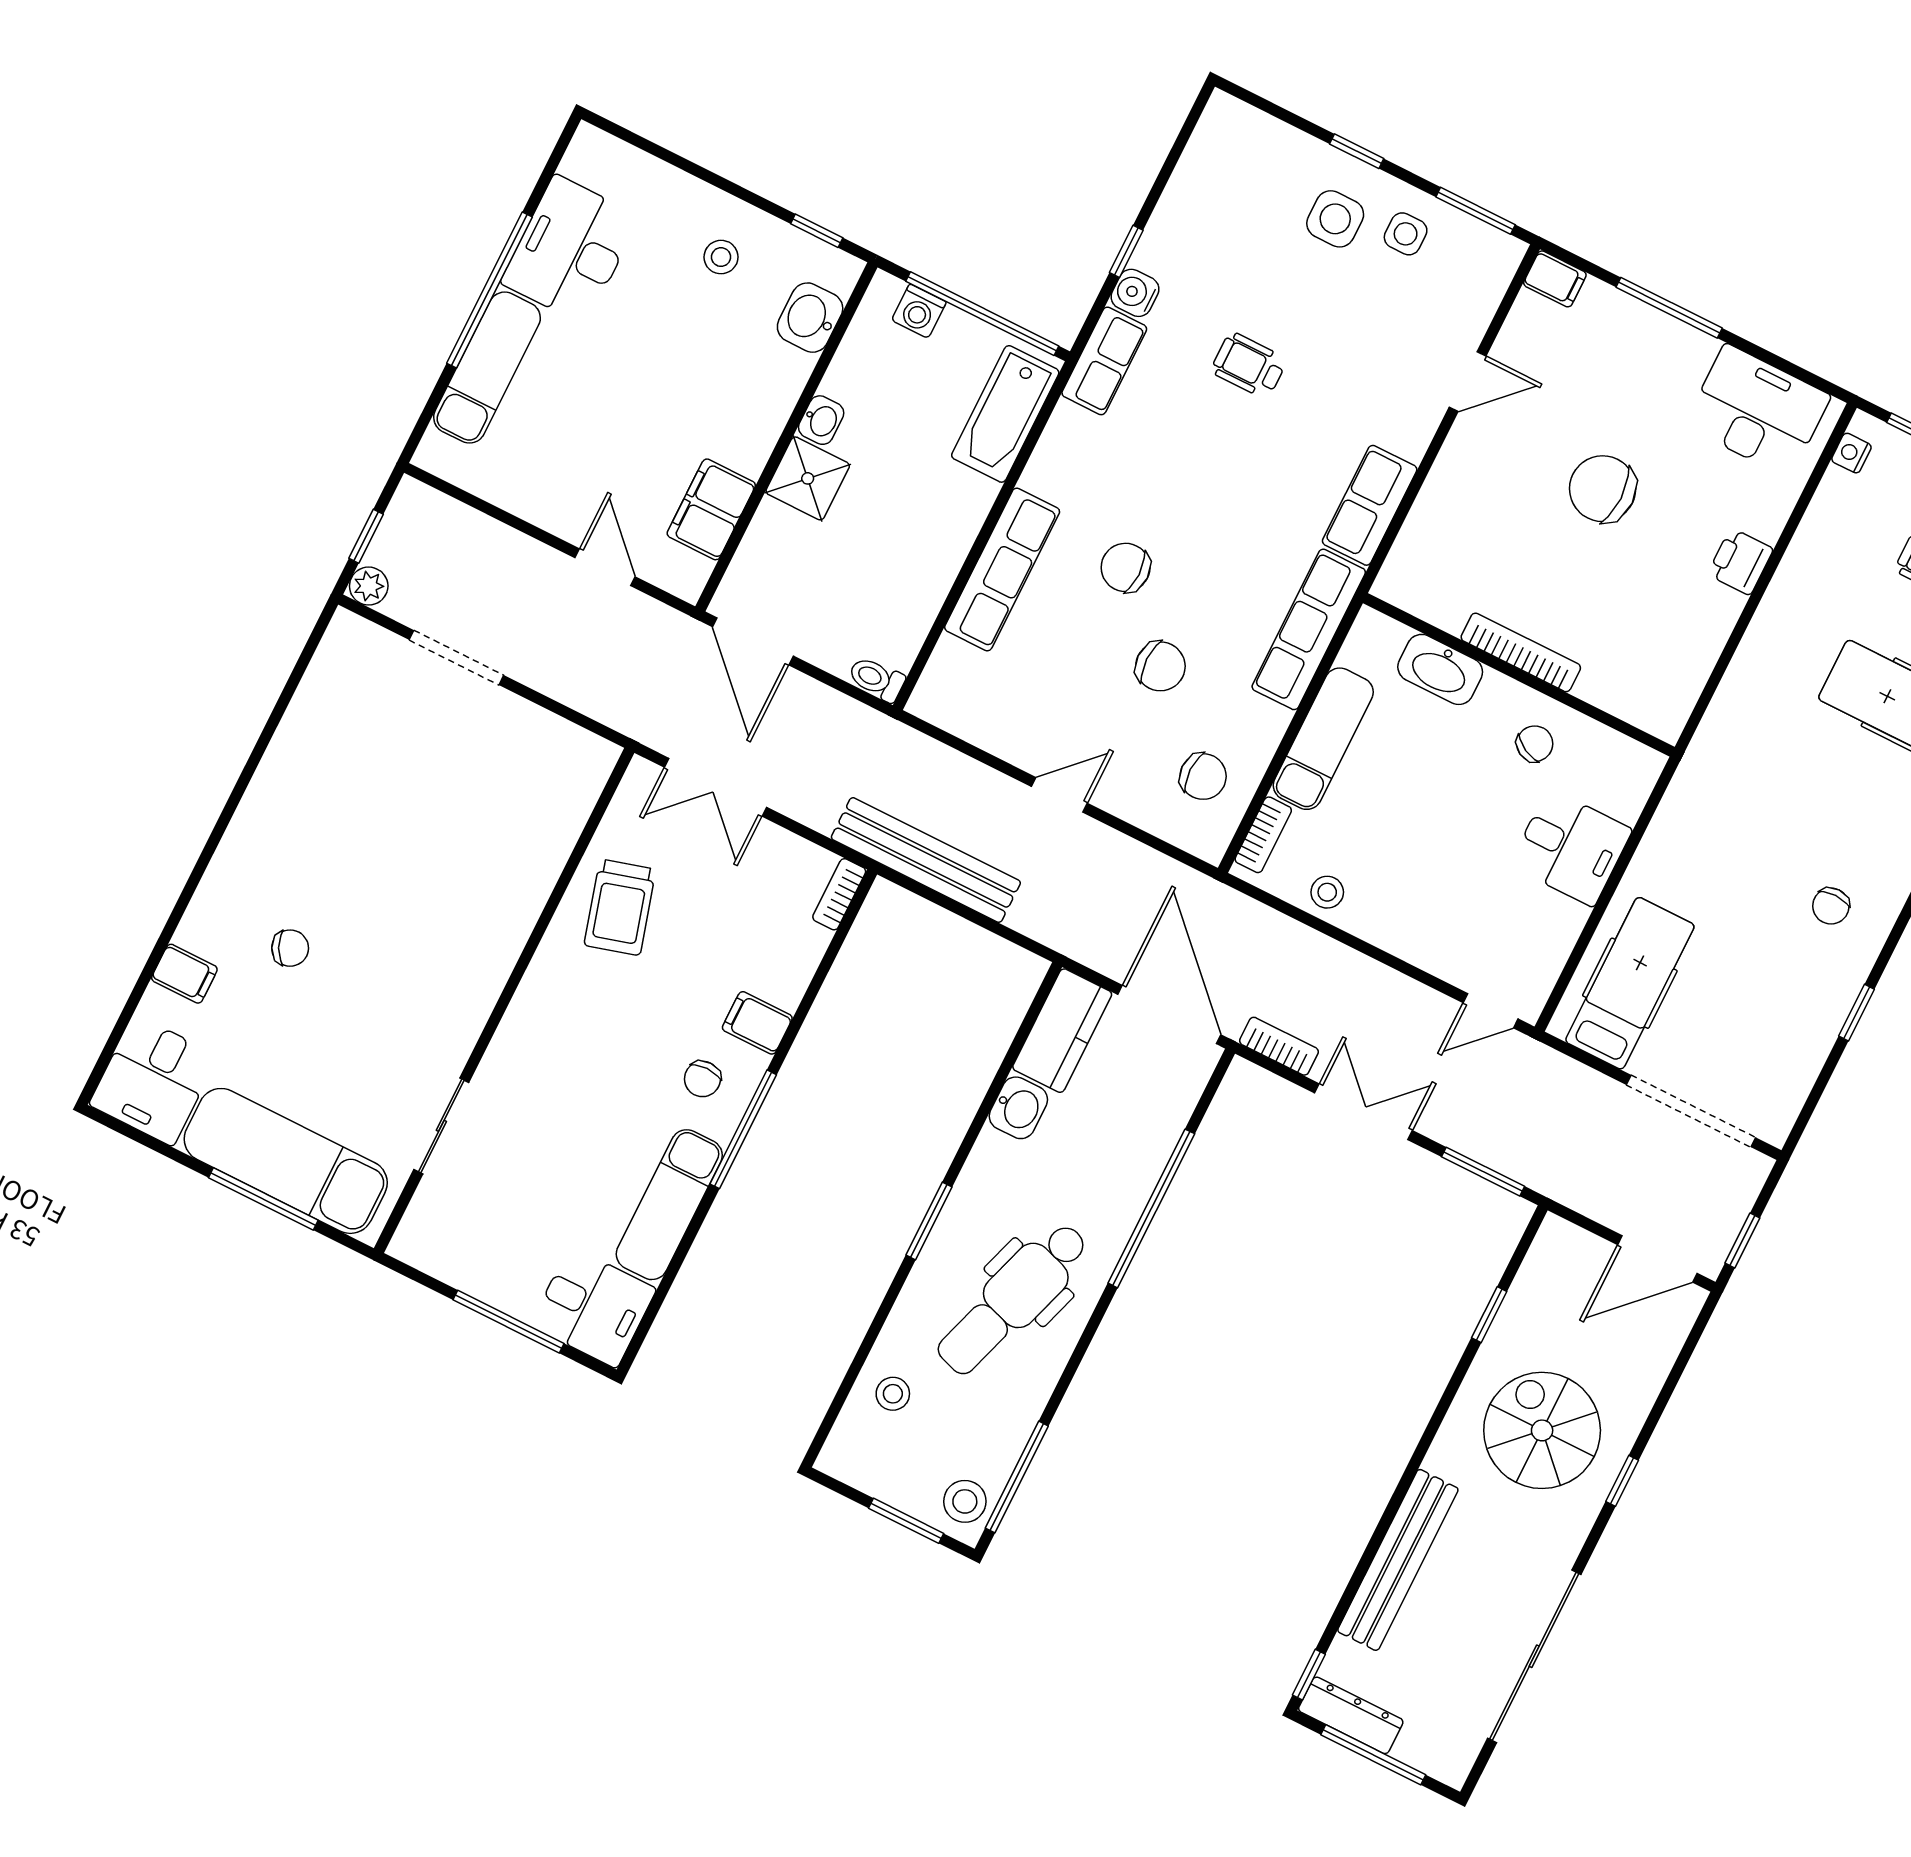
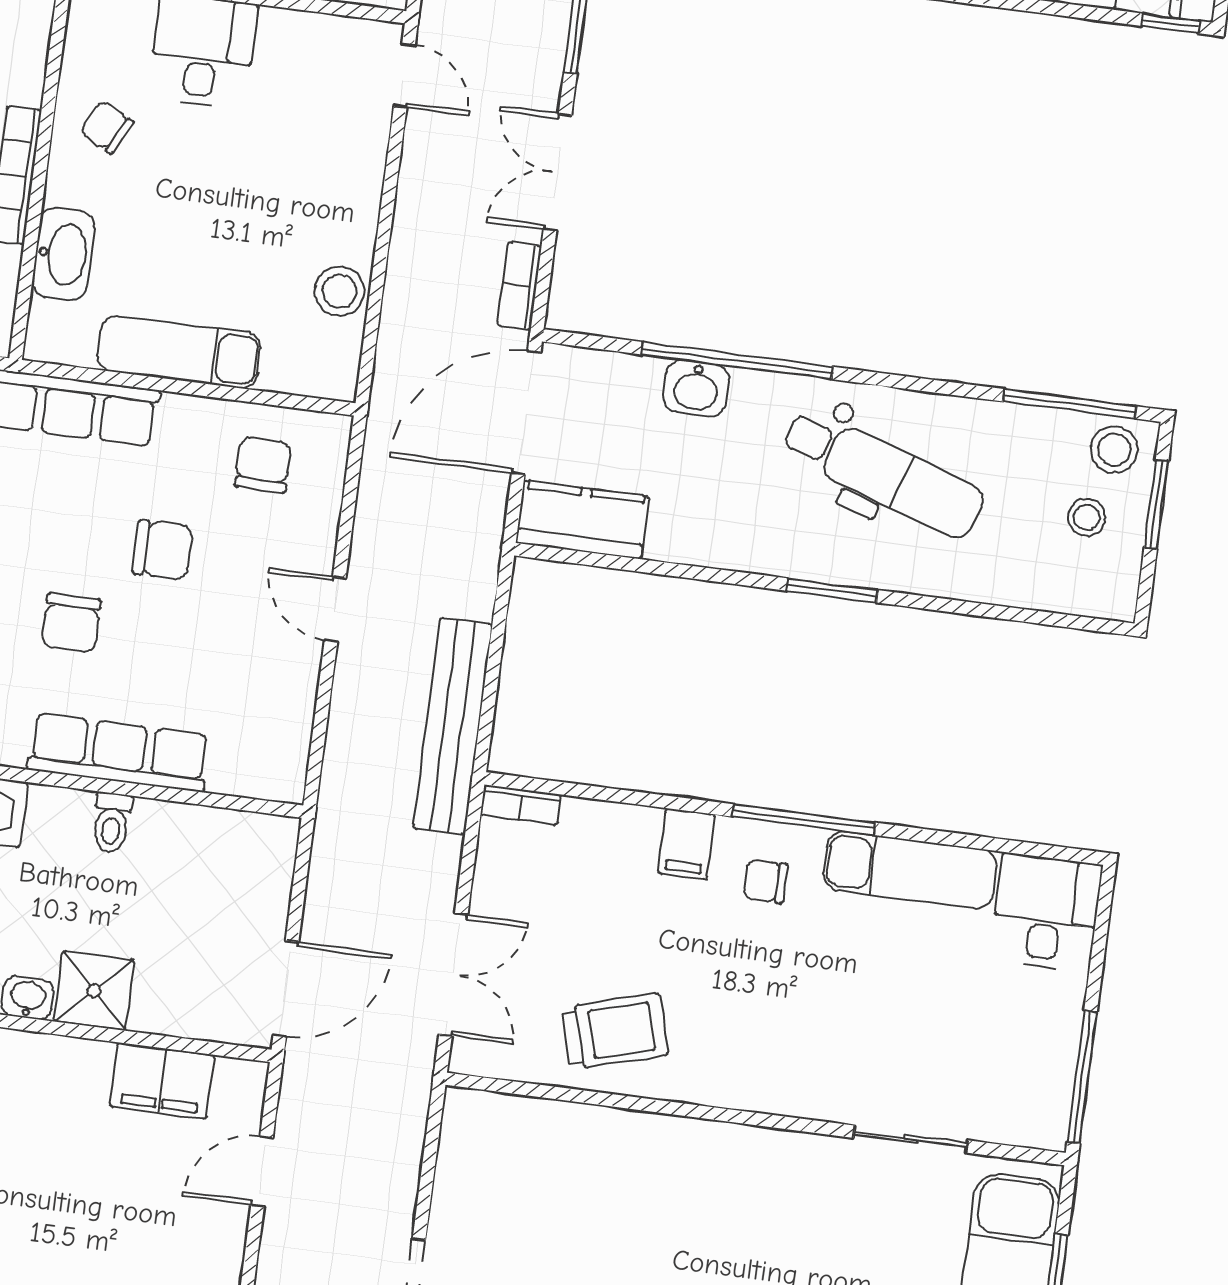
chair: (1160, 666) -> (163, 550), turned 90
toilet: (876, 679) -> (112, 823), moved
bookcase: (1263, 835) -> (302, 380), removed
stool: (1327, 892) -> (339, 291), width x1.37, depth x1.37
chair: (702, 1079) -> (765, 881), turned 180
washbasin: (1018, 1108) -> (696, 388), moved, turned 180
window: (508, 1322) -> (1082, 1077), moved
stool: (893, 1394) -> (1087, 517), moved

